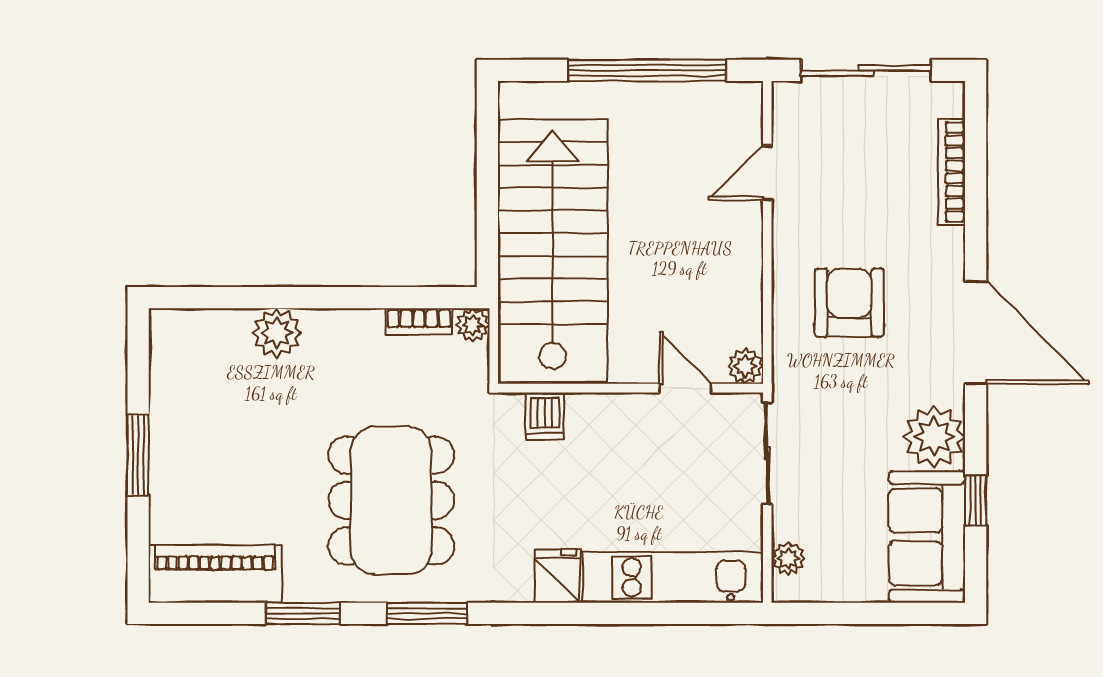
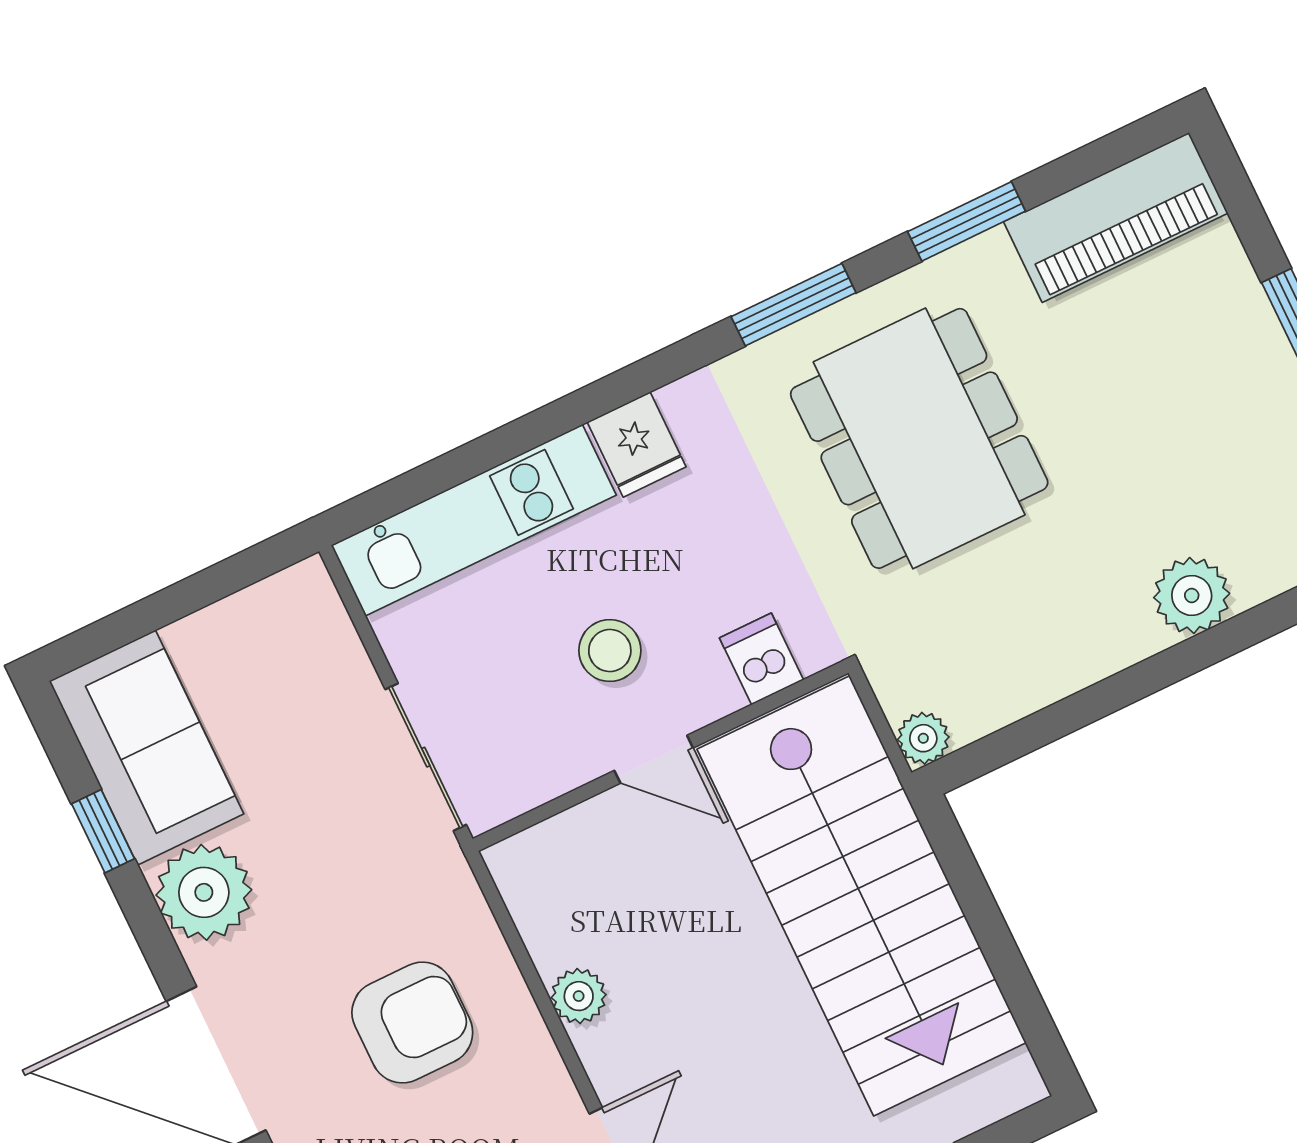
armchair: (849, 303) -> (412, 1023), turned -90
bookcase: (419, 322) -> (1001, 707), removed
plant: (745, 366) -> (579, 996), moved
door: (686, 388) -> (654, 759), moved
stool: (630, 464) -> (610, 651), added
plant: (788, 558) -> (326, 624), removed

